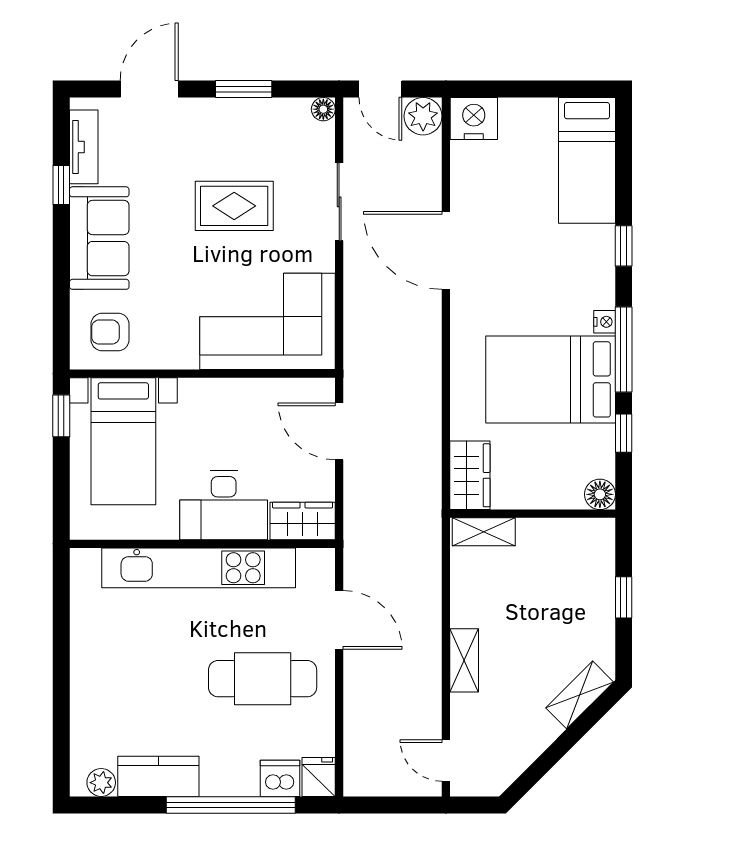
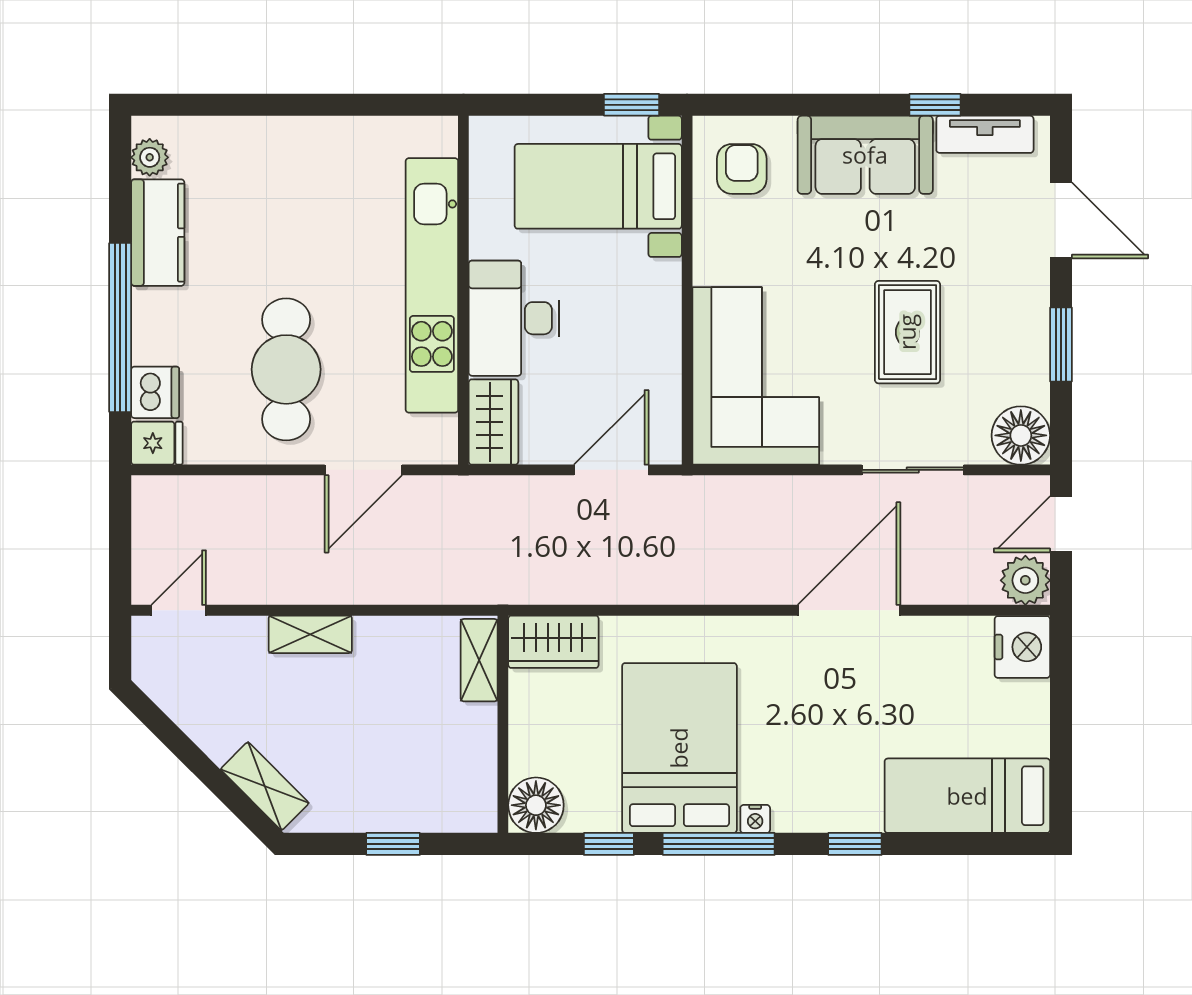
floor lamp: (323, 109) -> (1021, 435), width x1.89, depth x1.89
floor lamp: (600, 494) -> (536, 805), width x1.38, depth x1.38

